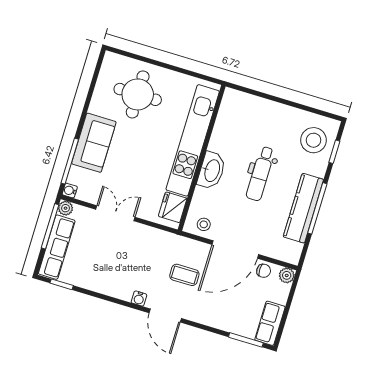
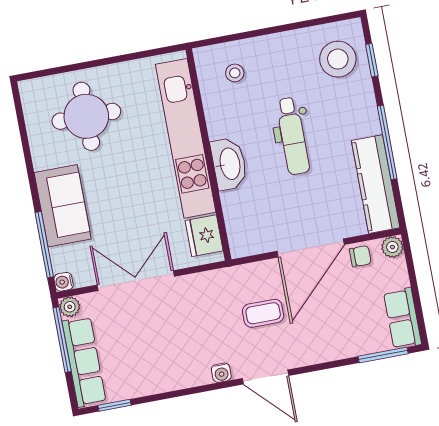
kitchen counter: (303, 208) -> (376, 184), moved
double door: (115, 213) -> (136, 281), width x1.37
stool: (204, 224) -> (235, 73), moved

